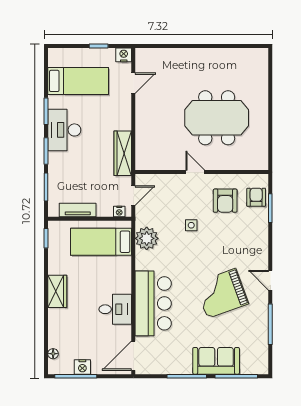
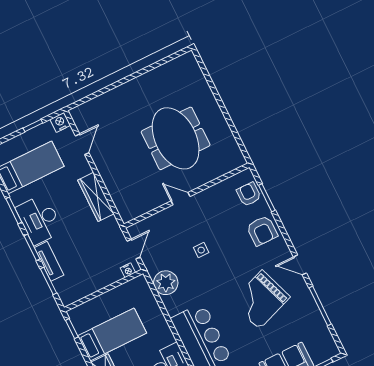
meeting table: (217, 118) -> (176, 138), turned 90
wardrobe: (123, 153) -> (96, 197), moved
armchair: (225, 201) -> (262, 231), moved
tv unit: (78, 210) -> (49, 261), moved, turned 90
bed: (101, 242) -> (112, 334), moved, turned 180

